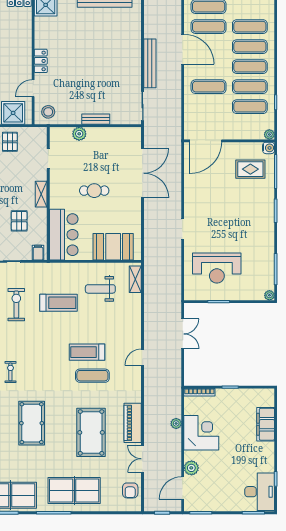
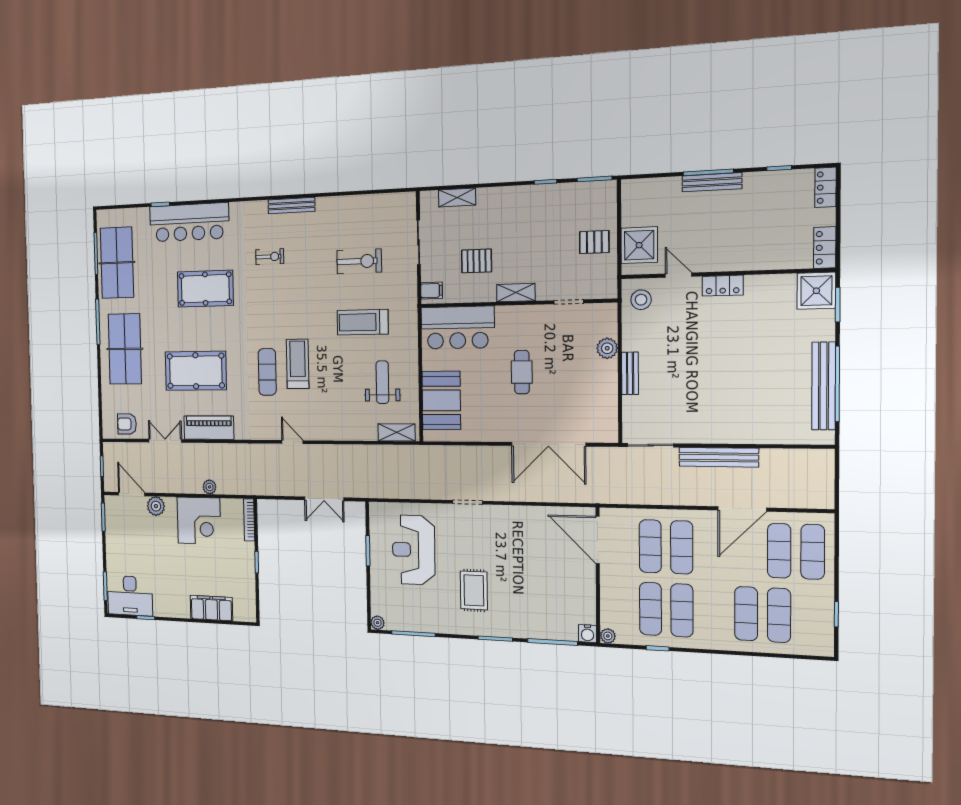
exercise mat: (250, 67) -> (650, 546), moved
rug: (250, 169) -> (474, 590), moved
treadmill: (59, 303) -> (363, 322), turned 90

